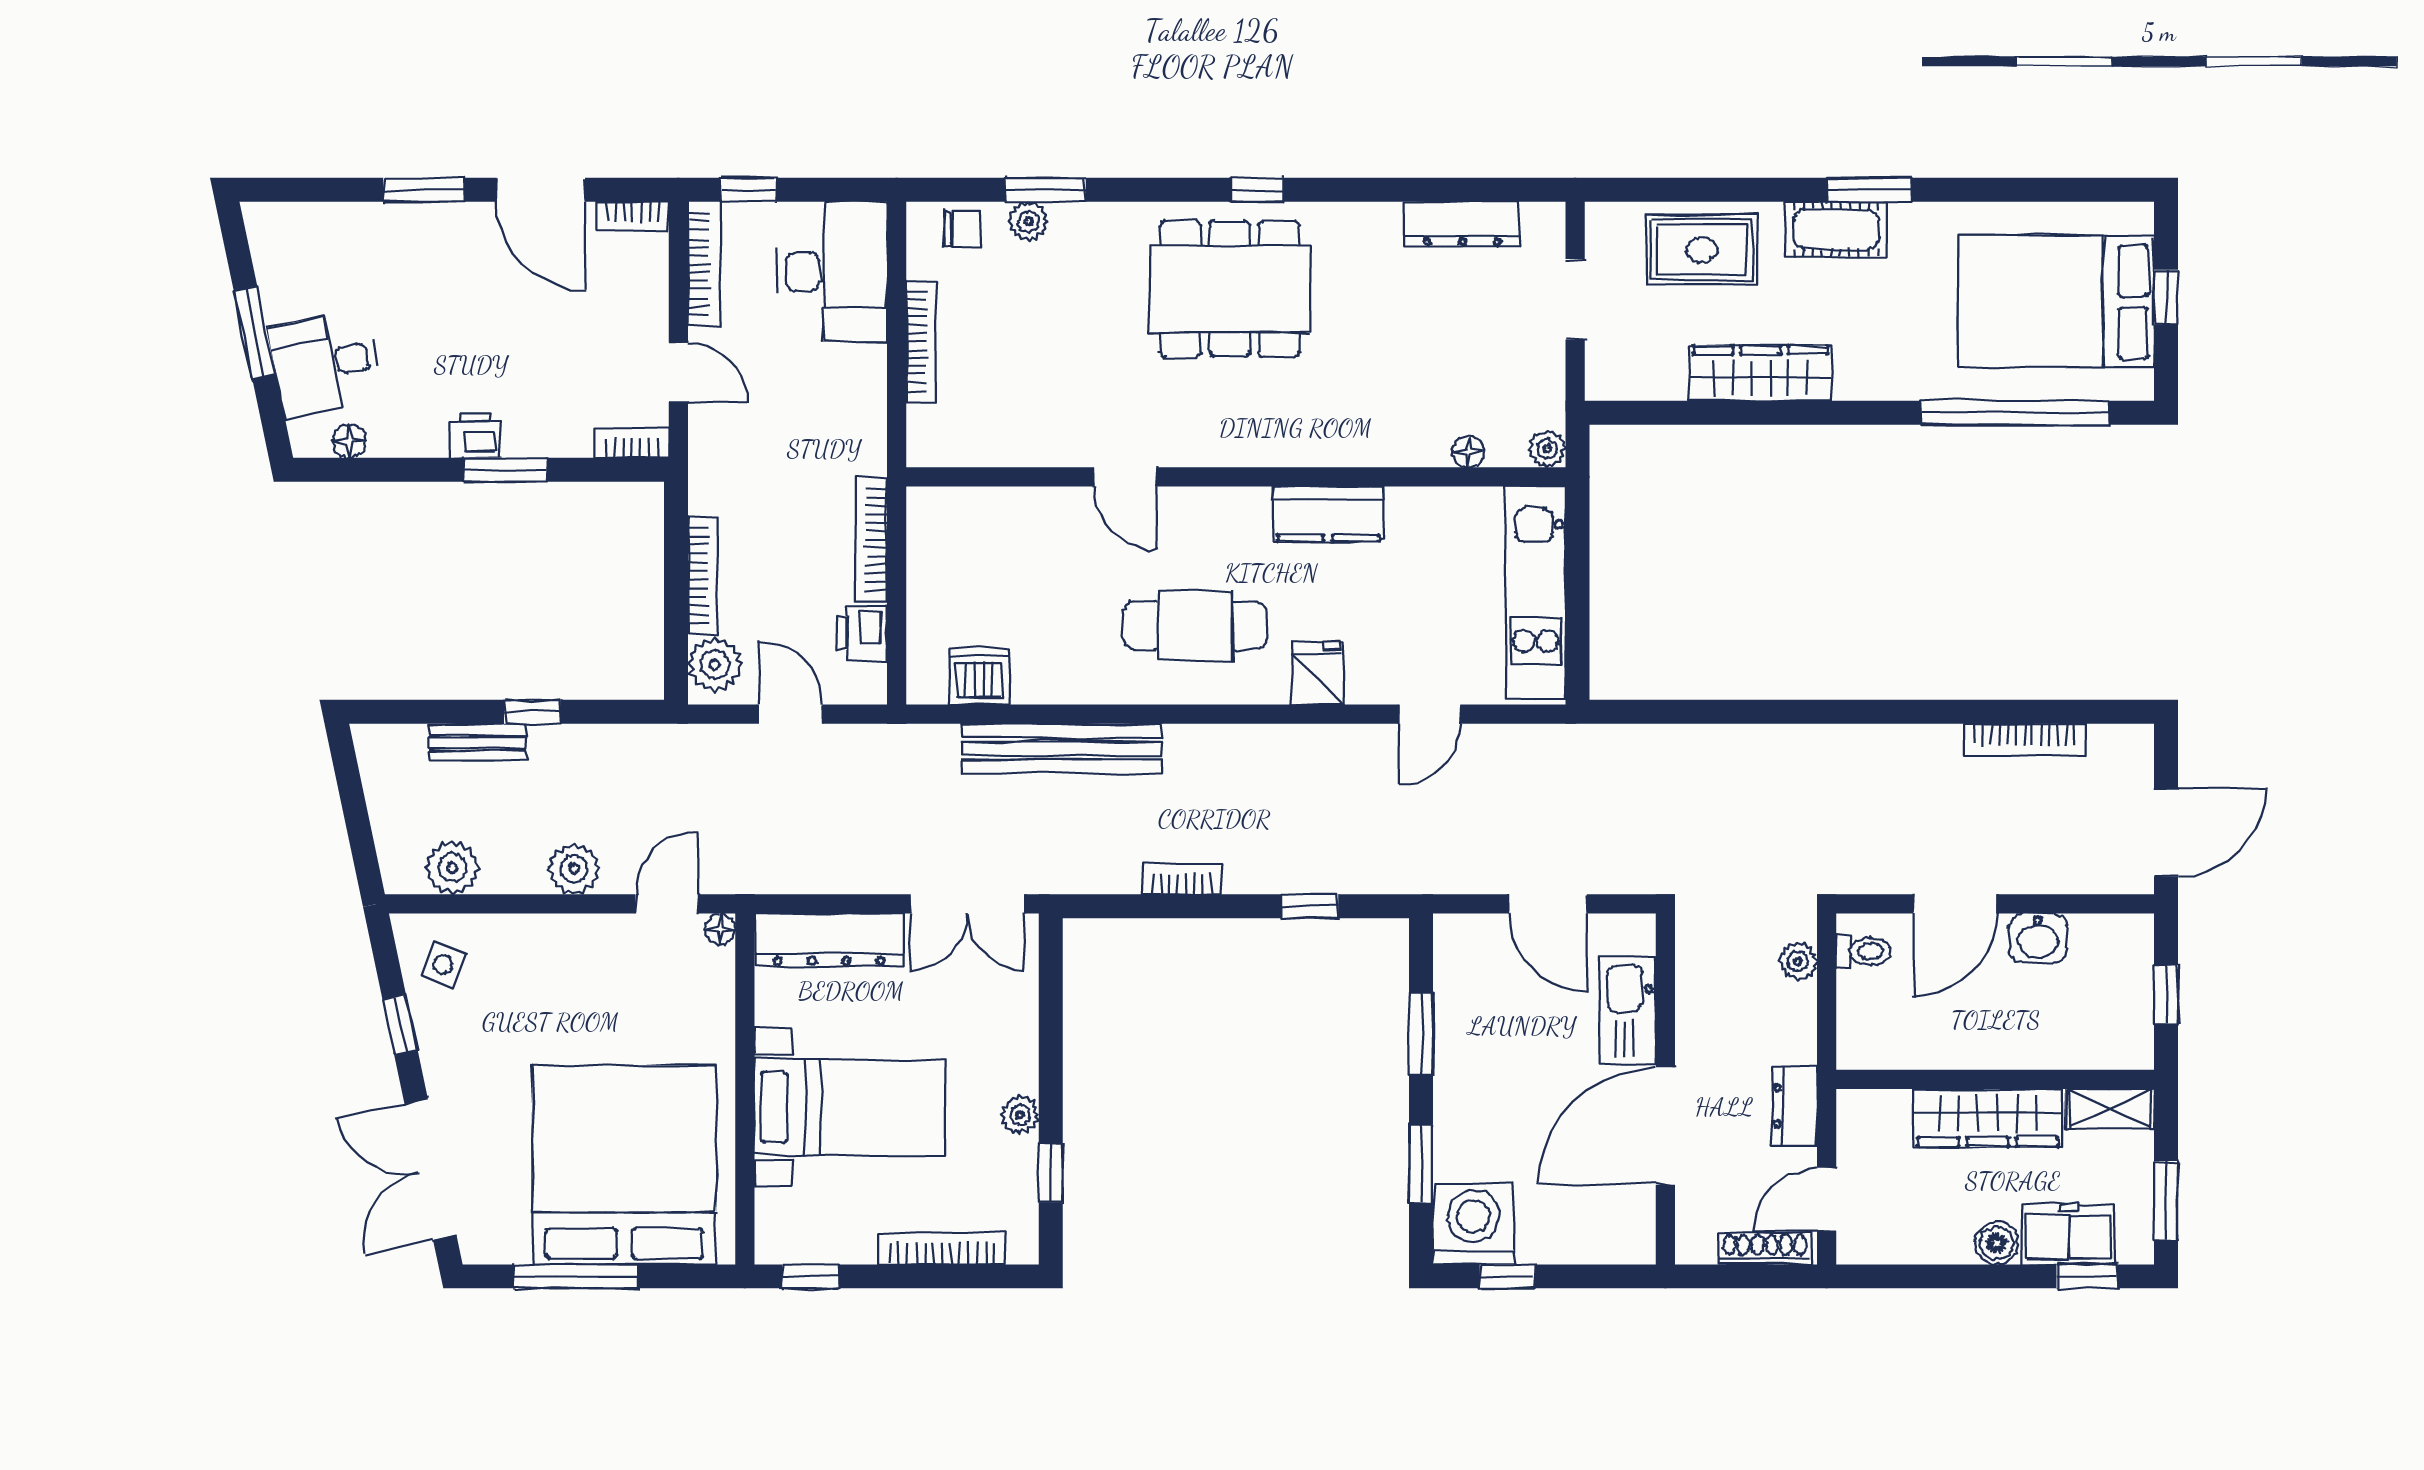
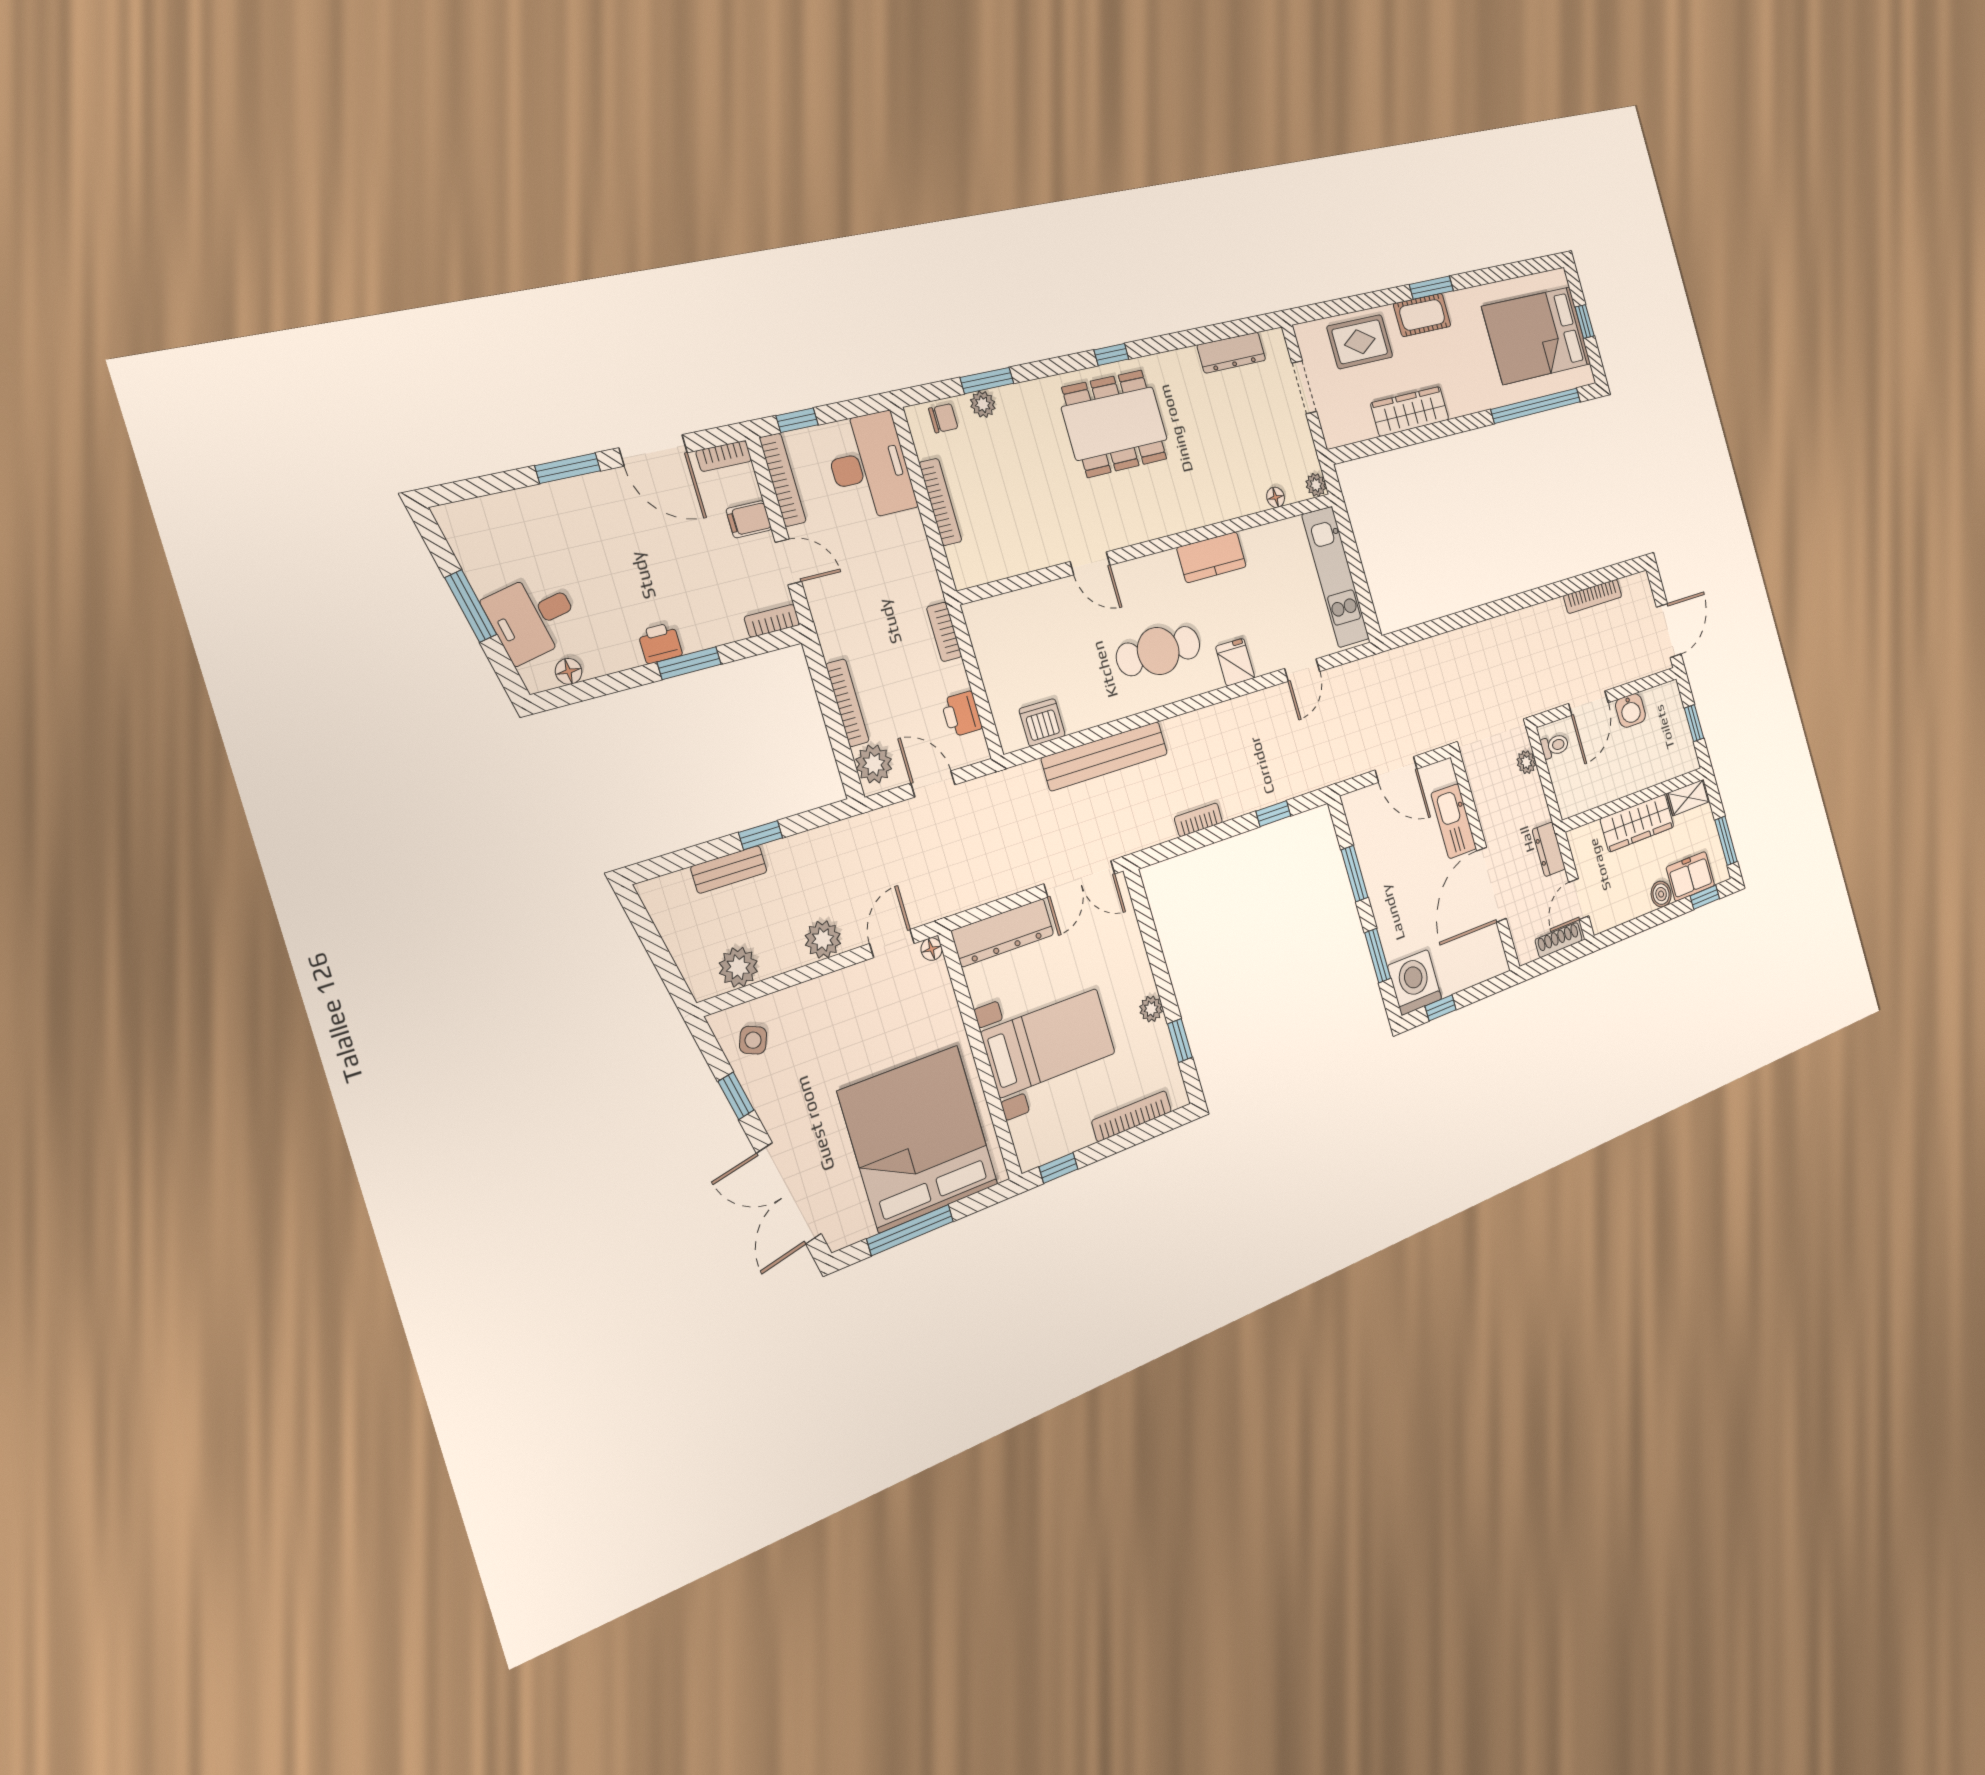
filing cabinet: (641, 305) -> (749, 519), added
bookcase: (871, 539) -> (944, 632), width x0.64

